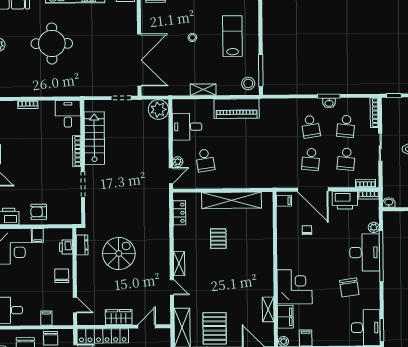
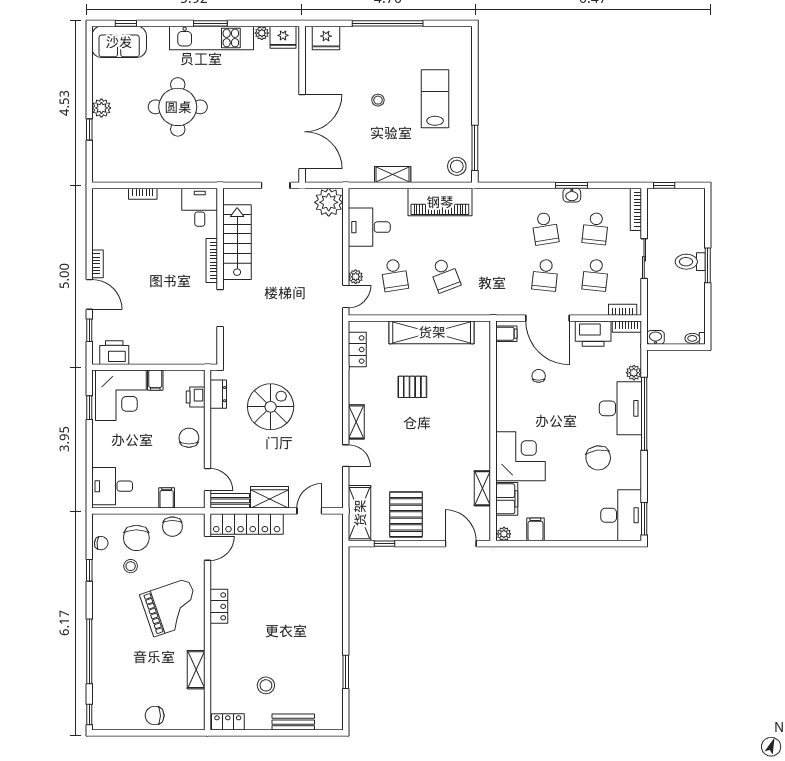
school desk: (240, 160) -> (445, 275), added
armchair: (39, 212) -> (157, 346), removed
pallet: (218, 239) -> (412, 387), turned 90
bench: (91, 320) -> (230, 501), added

